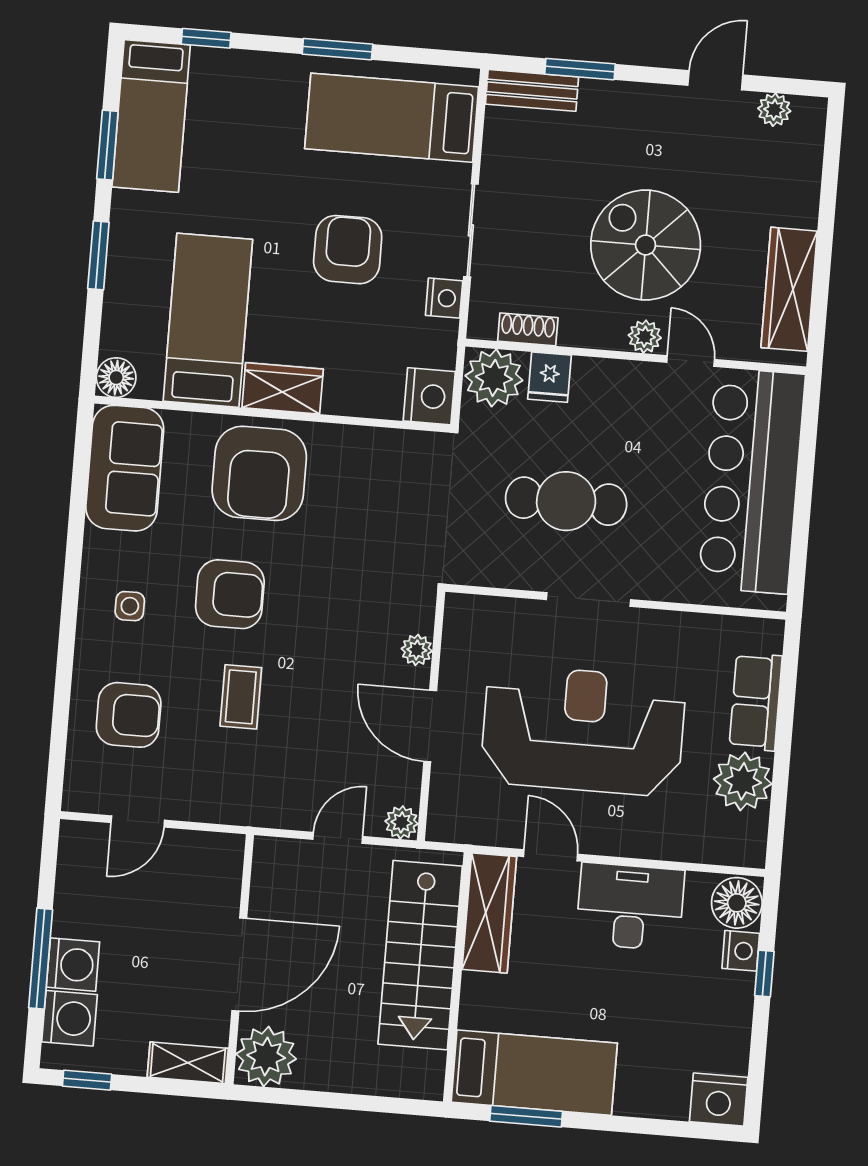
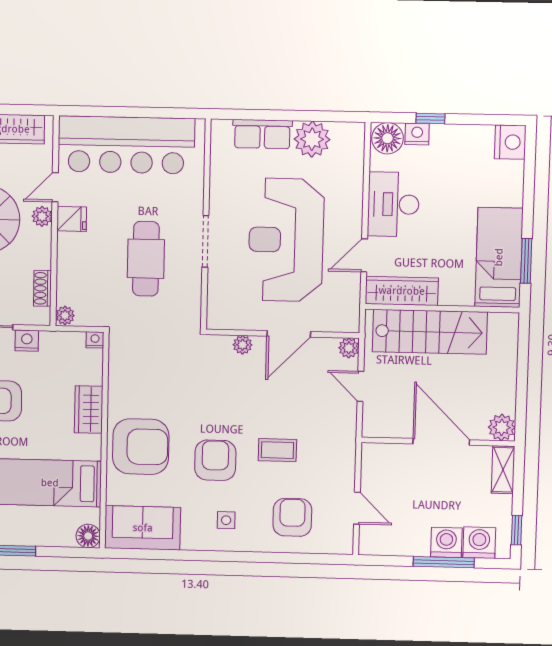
fridge: (549, 377) -> (72, 219), moved
plant: (494, 378) -> (65, 315), width x0.53, depth x0.53
wardrobe: (283, 388) -> (89, 409), moved
nightstand: (429, 396) -> (95, 340), width x0.53, depth x0.56
plant: (266, 1056) -> (502, 427), width x0.73, depth x0.73

